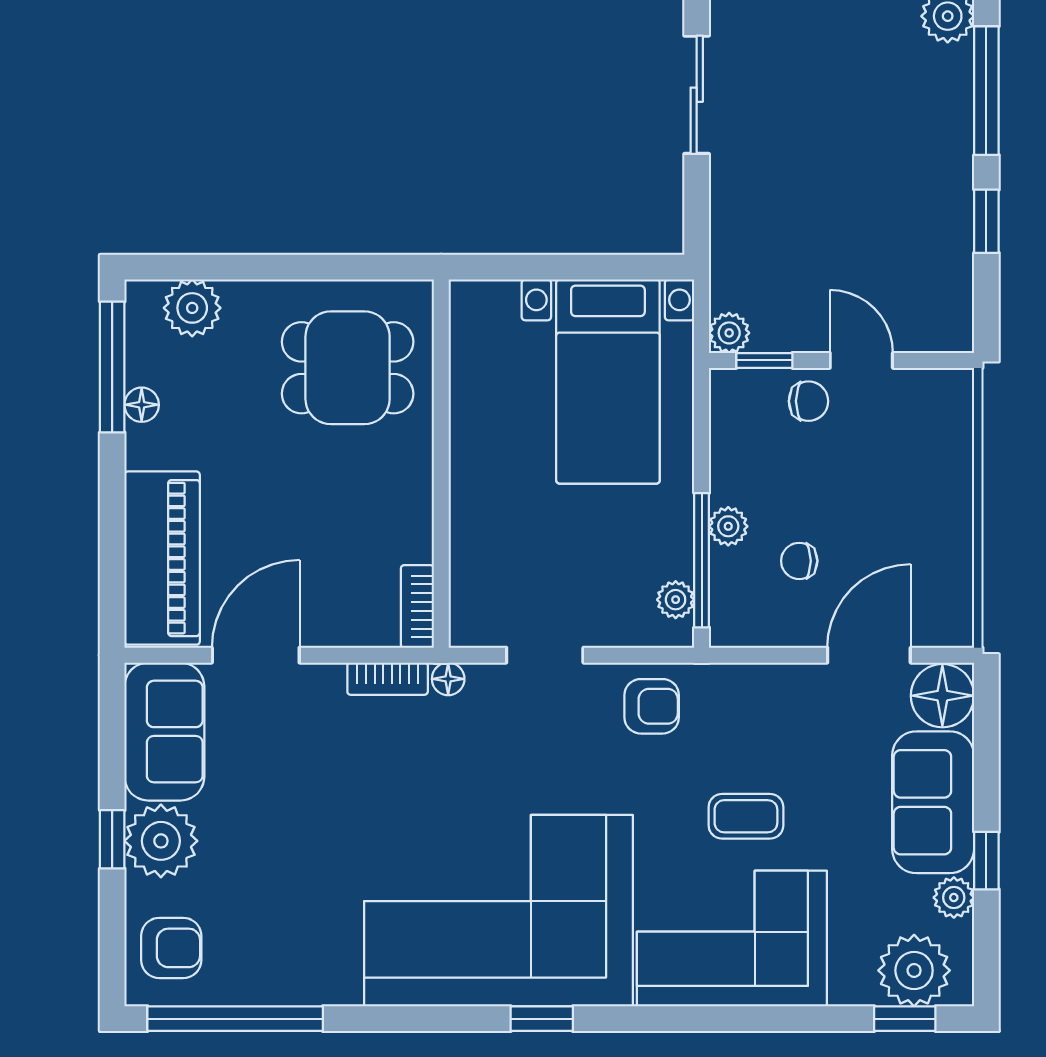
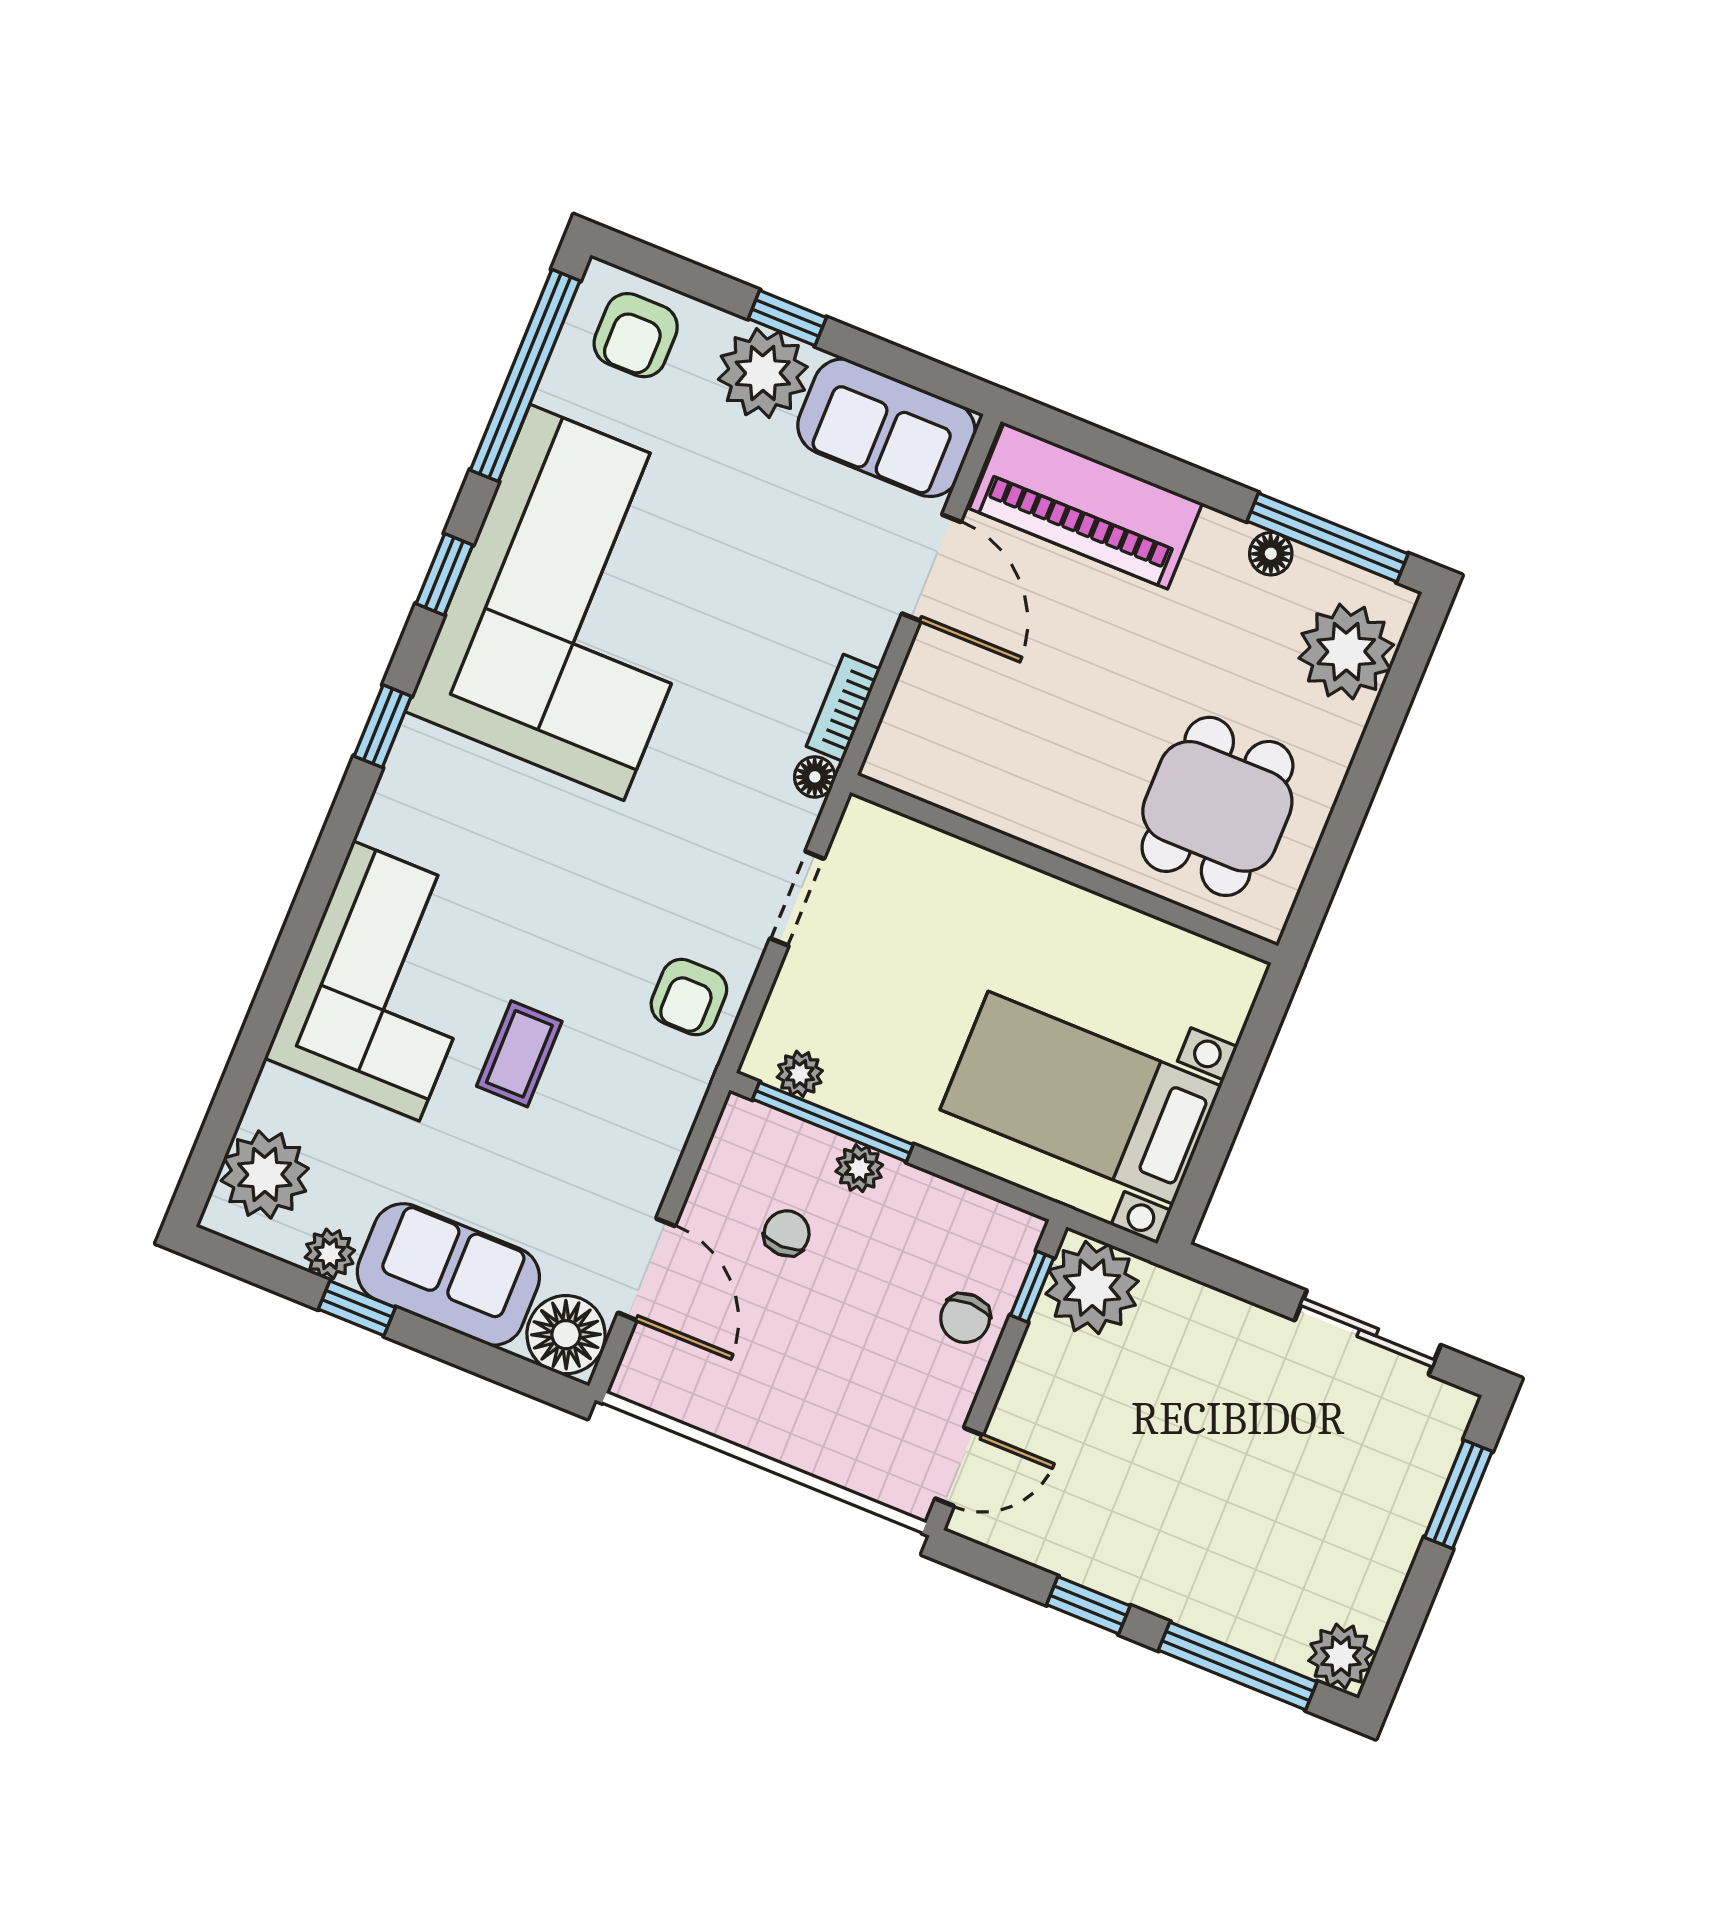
plant: (192, 308) -> (1346, 652), width x1.36, depth x1.36
plant: (729, 333) -> (1092, 1288), width x1.87, depth x1.87
door: (861, 360) -> (959, 1467), moved
bookcase: (417, 606) -> (912, 775), removed
corner sofa: (499, 911) -> (577, 602), moved
window: (905, 1019) -> (444, 574), moved

